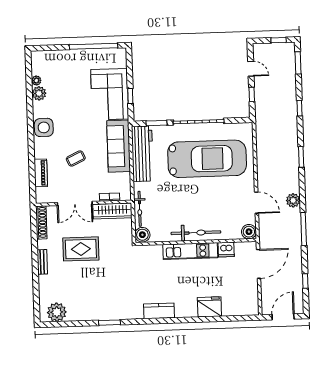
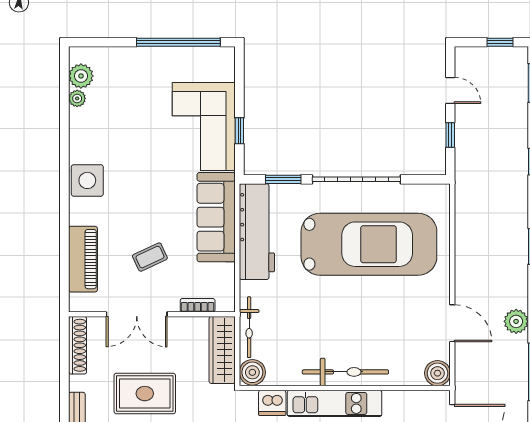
plant: (39, 93) -> (81, 76), moved
coffee table: (76, 158) -> (150, 257), moved
piano: (41, 173) -> (83, 259), width x1.37, depth x1.33
wardrobe: (112, 211) -> (222, 350), moved, turned 90
dishwasher: (226, 249) -> (272, 403), moved

